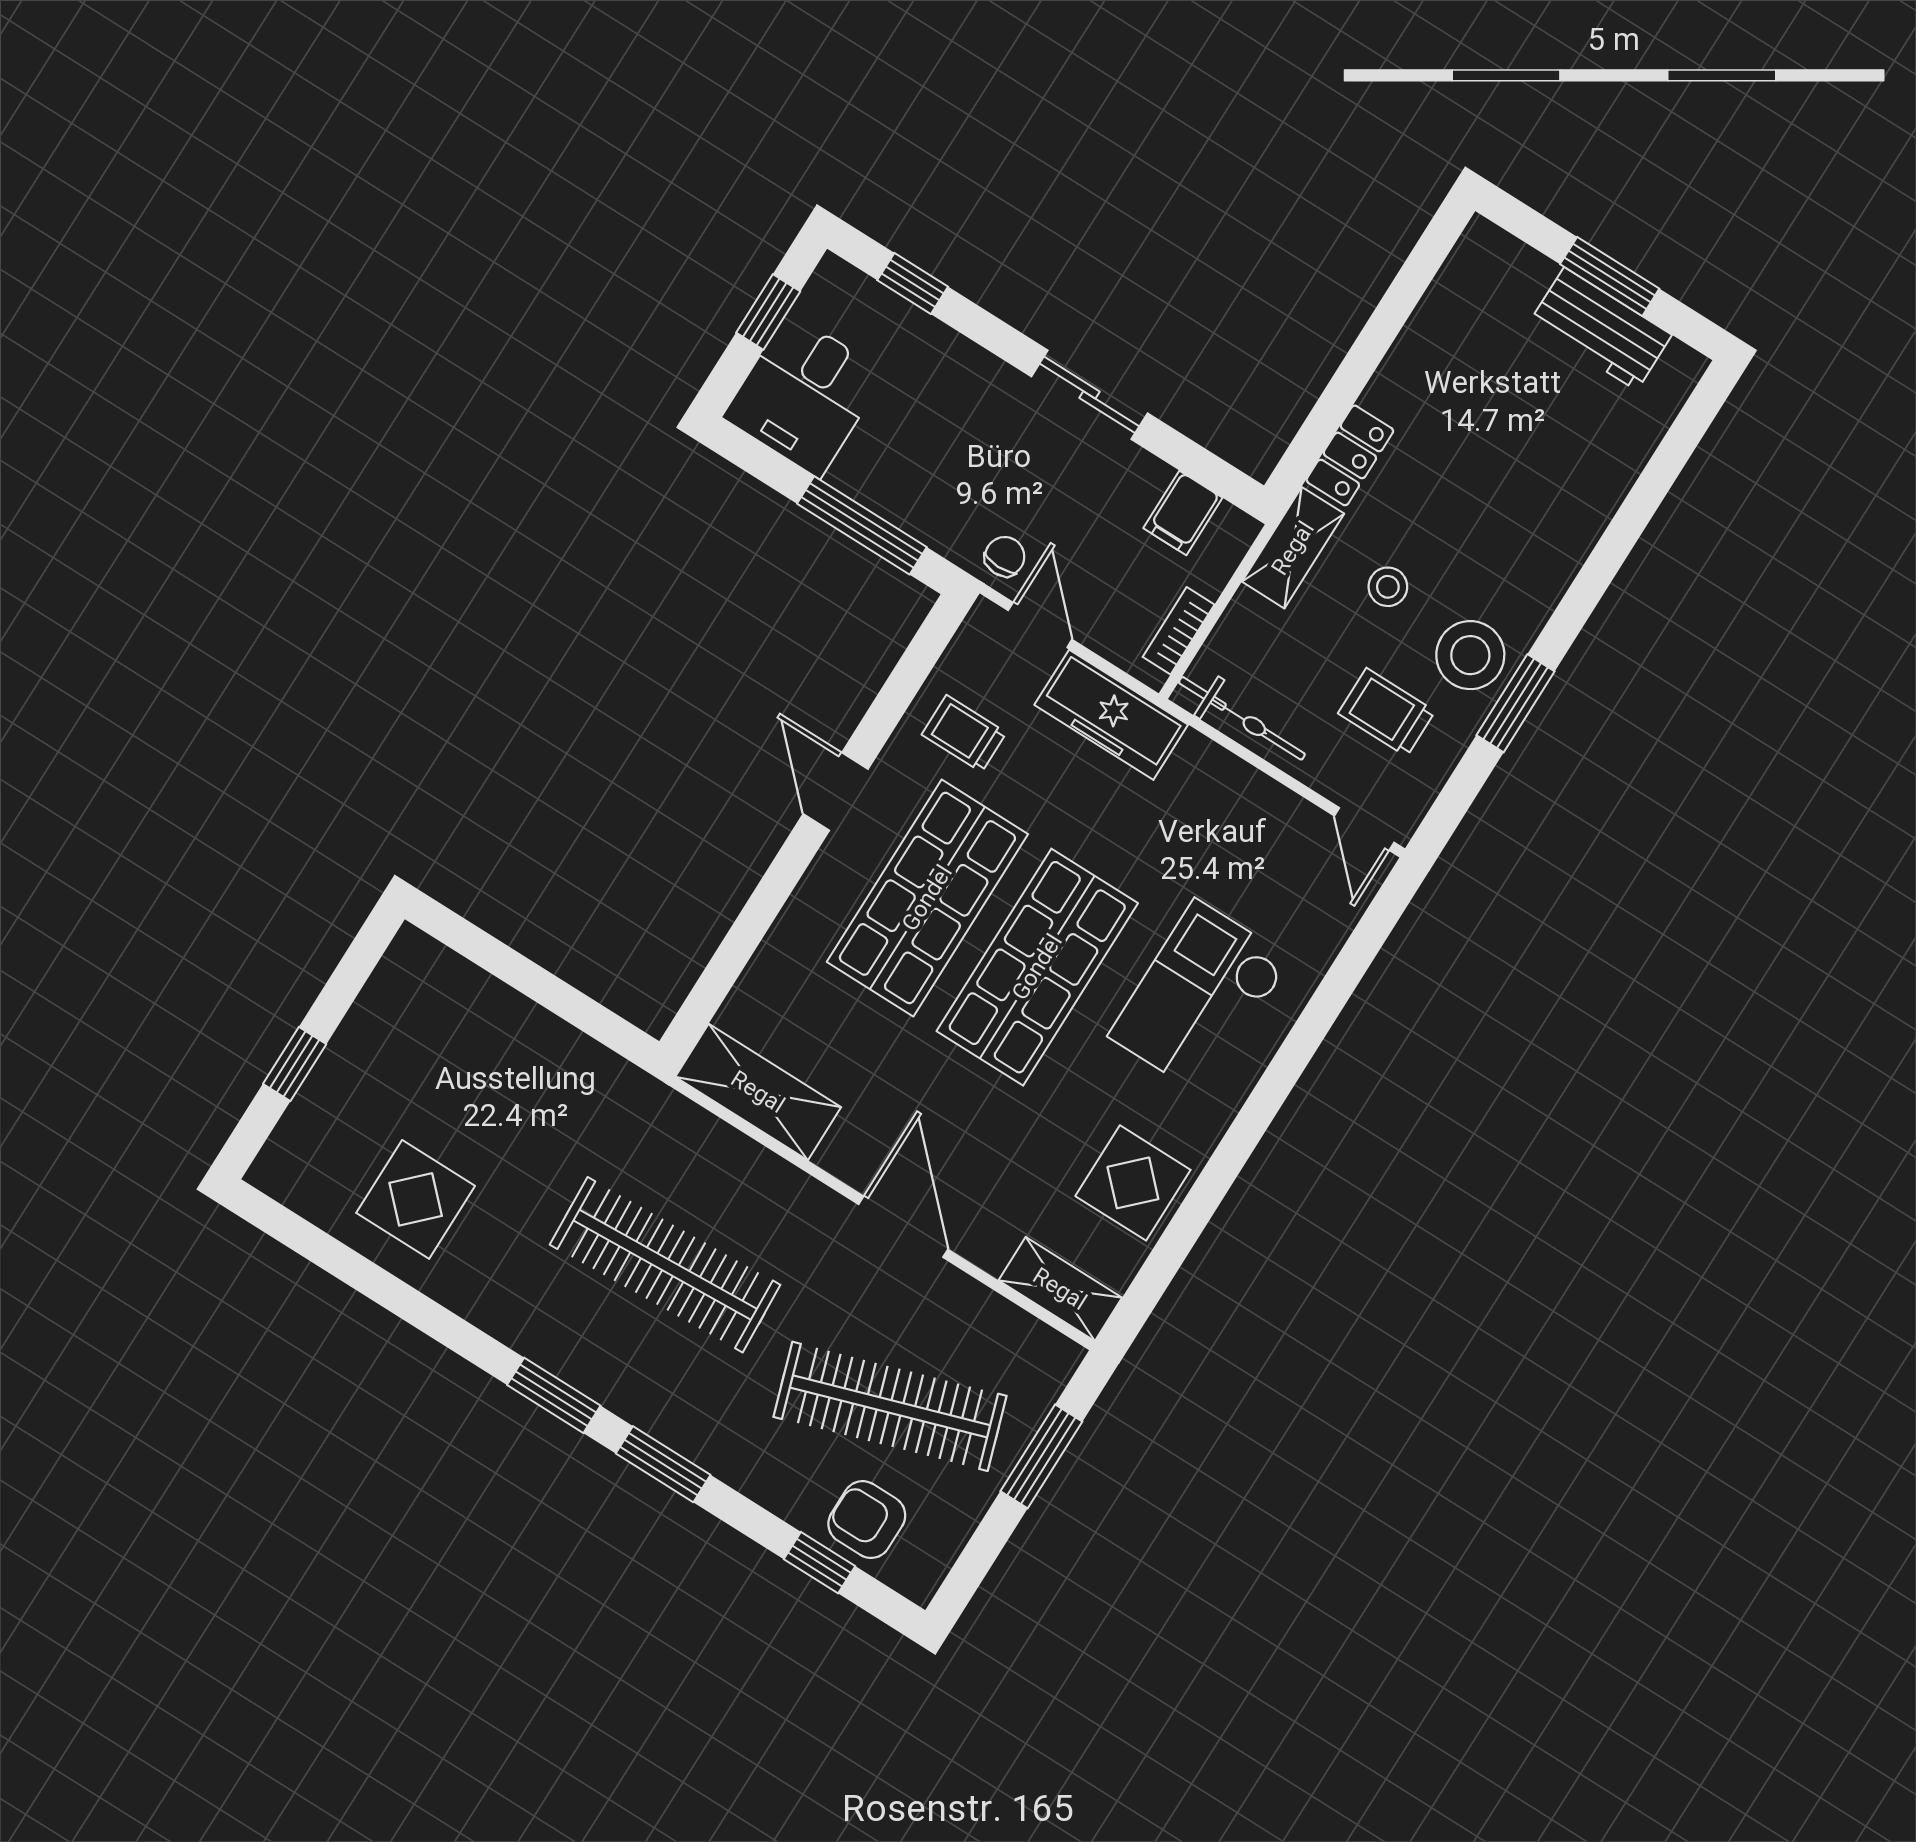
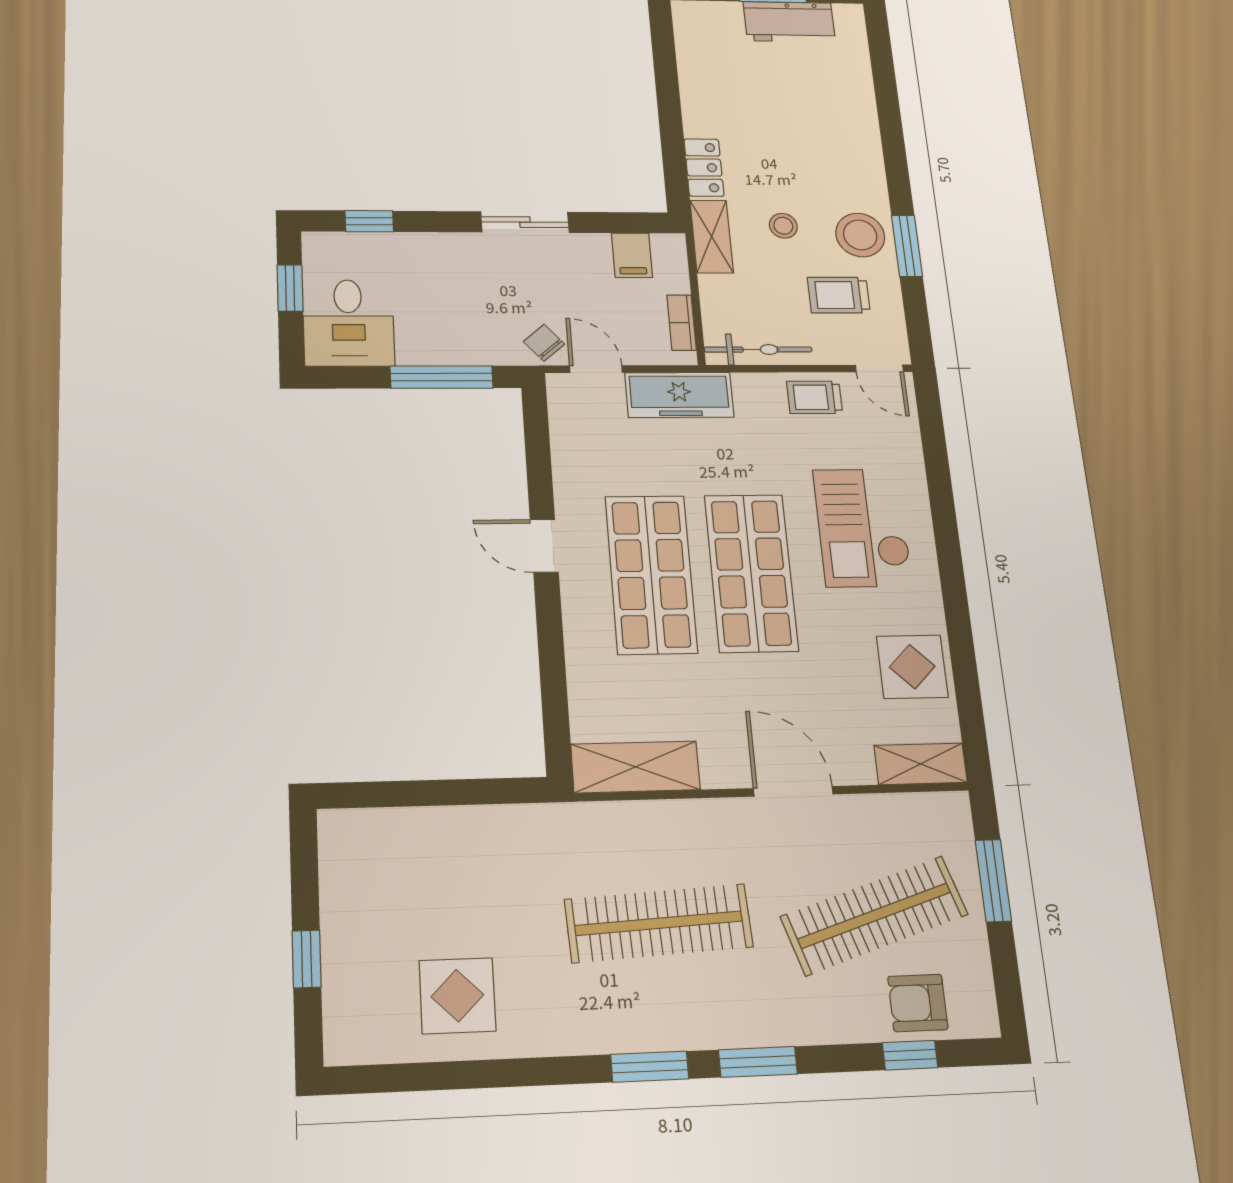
chair: (1005, 557) -> (544, 343), turned -42
trolley: (964, 734) -> (815, 397), moved

